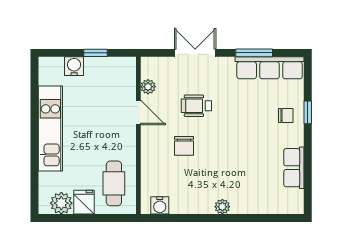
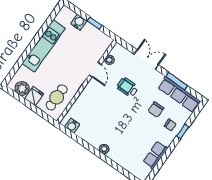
chair: (184, 146) -> (156, 110), moved

